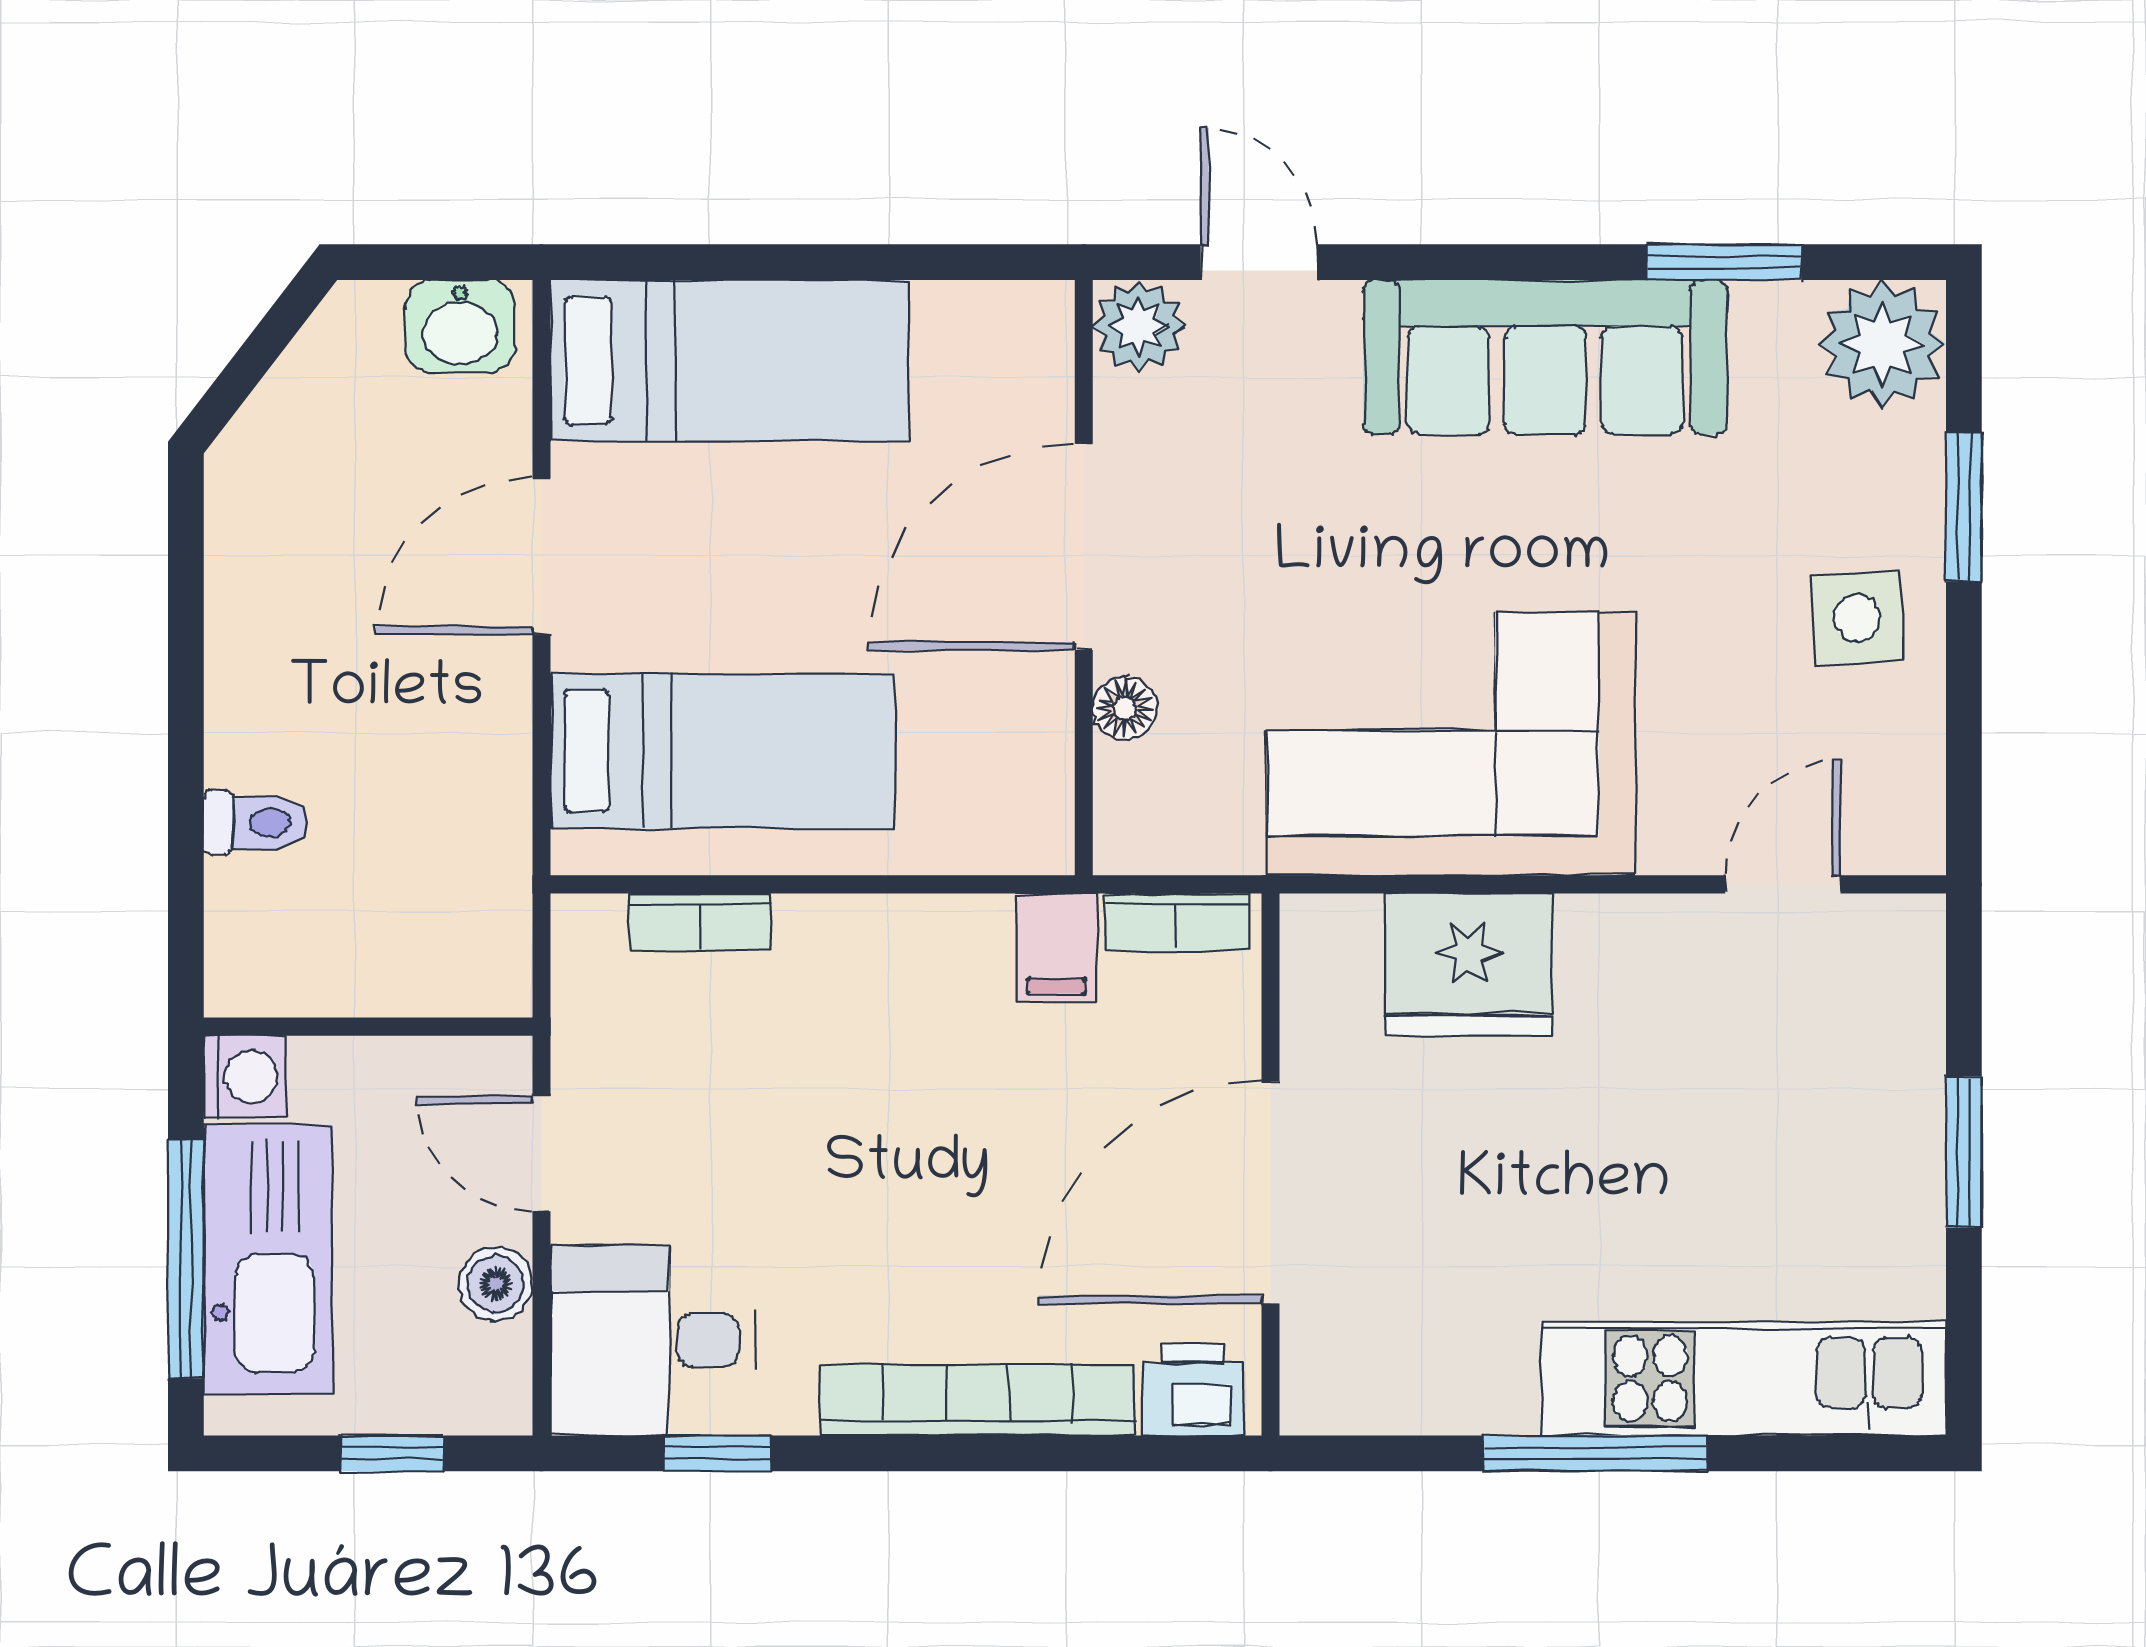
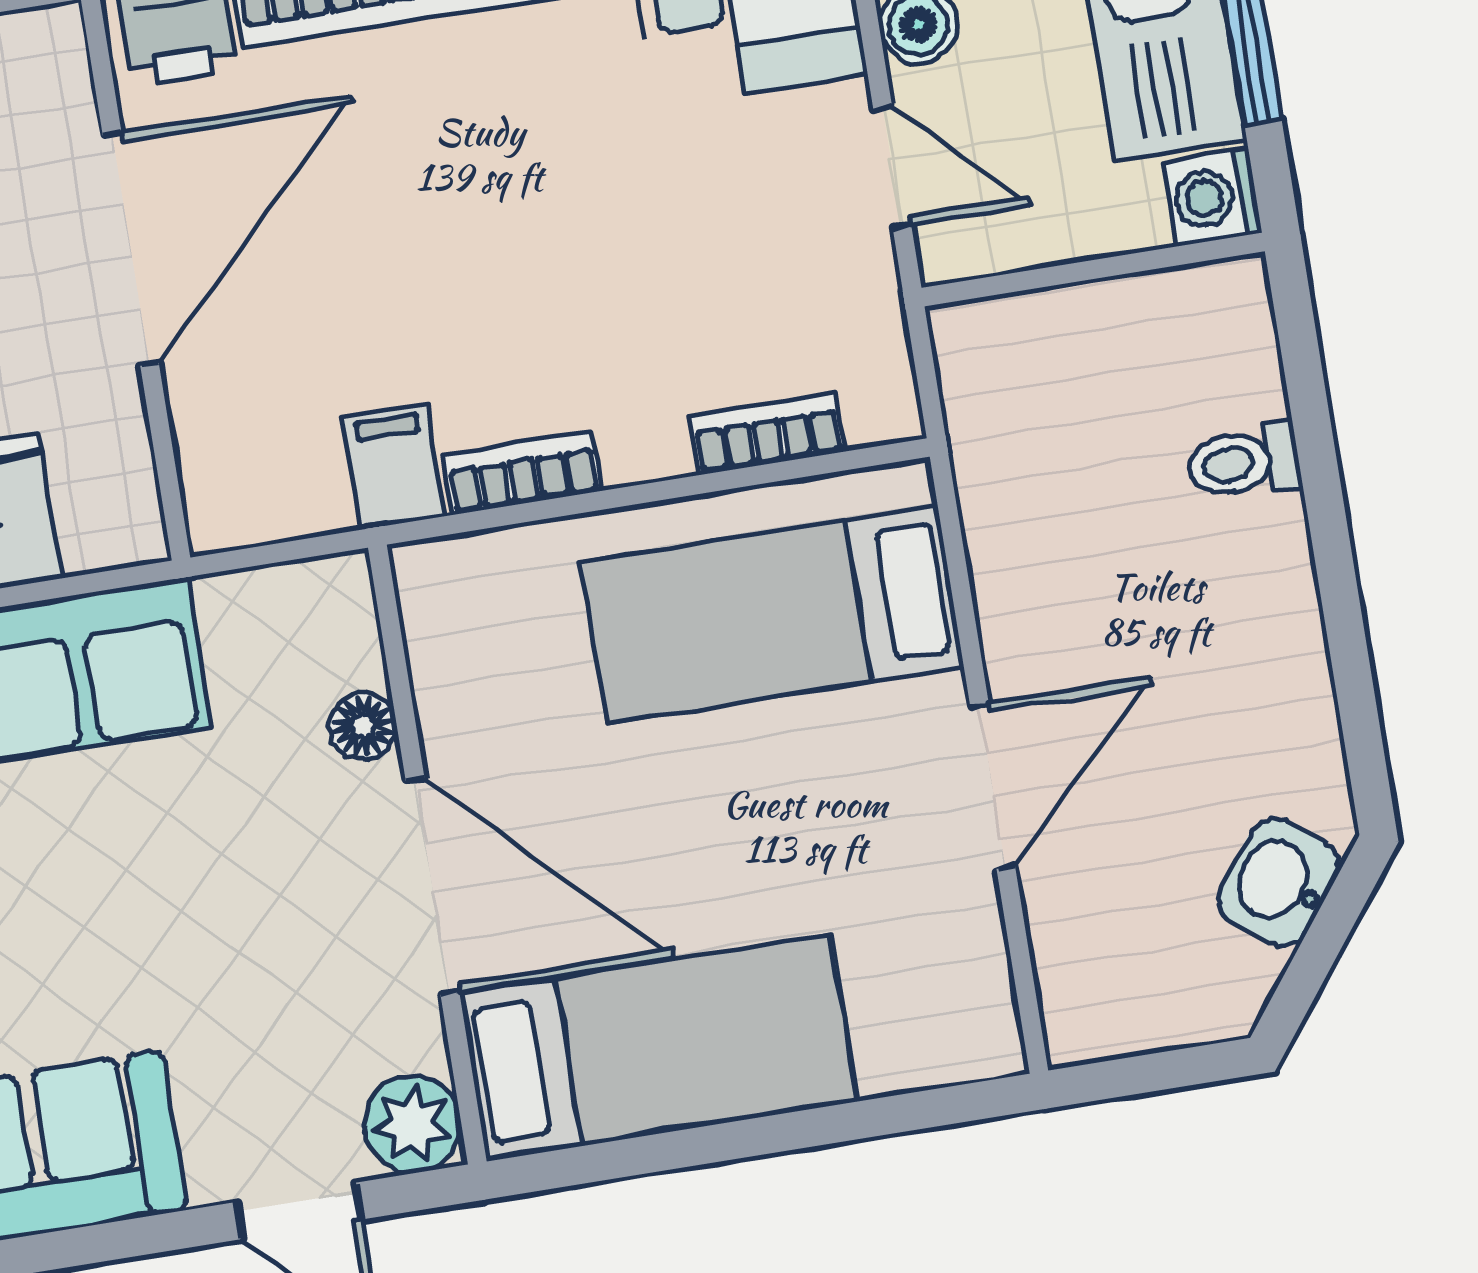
washbasin: (460, 326) -> (1279, 883), moved, turned -52
bed: (729, 360) -> (658, 1048), moved, turned 180
door: (1084, 547) -> (432, 886), hinge flipped
bookcase: (1177, 922) -> (522, 473), moved

